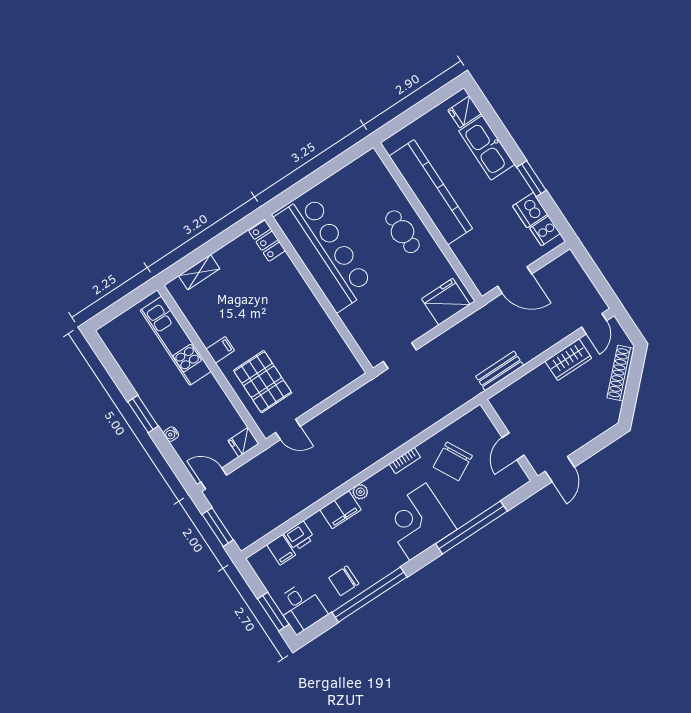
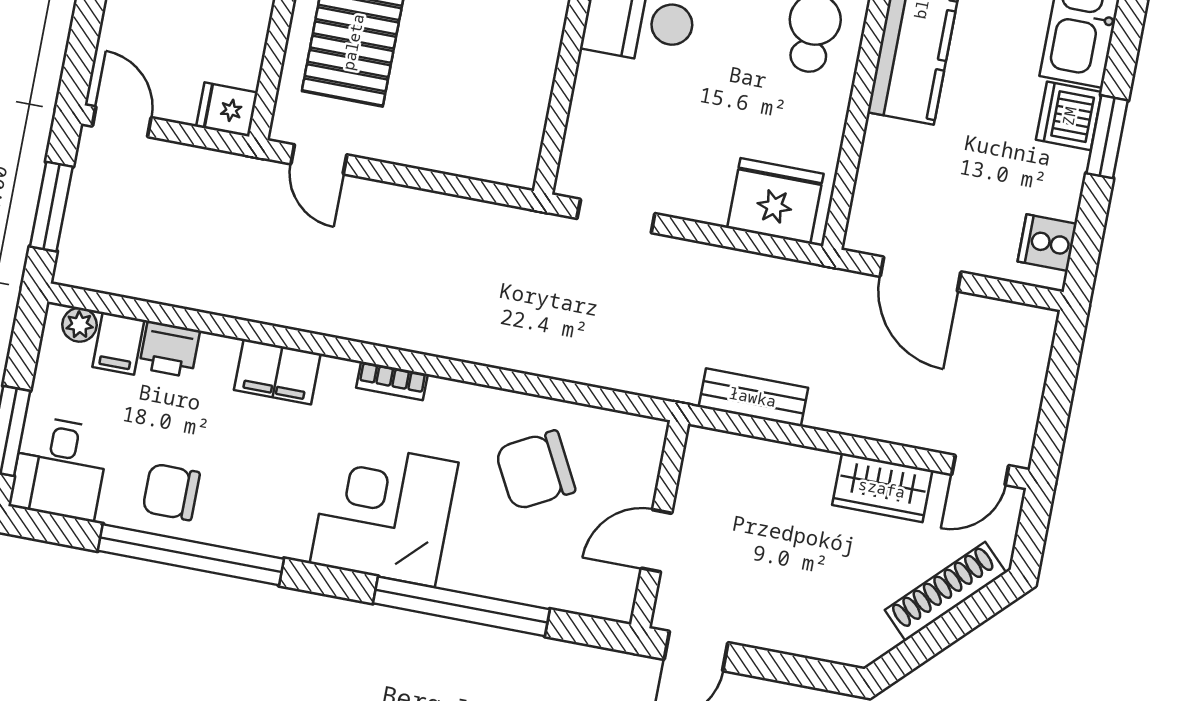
dishwasher: (530, 210) -> (1069, 116), moved
bookcase: (405, 461) -> (392, 381), moved
plant: (360, 492) -> (80, 325), moved

